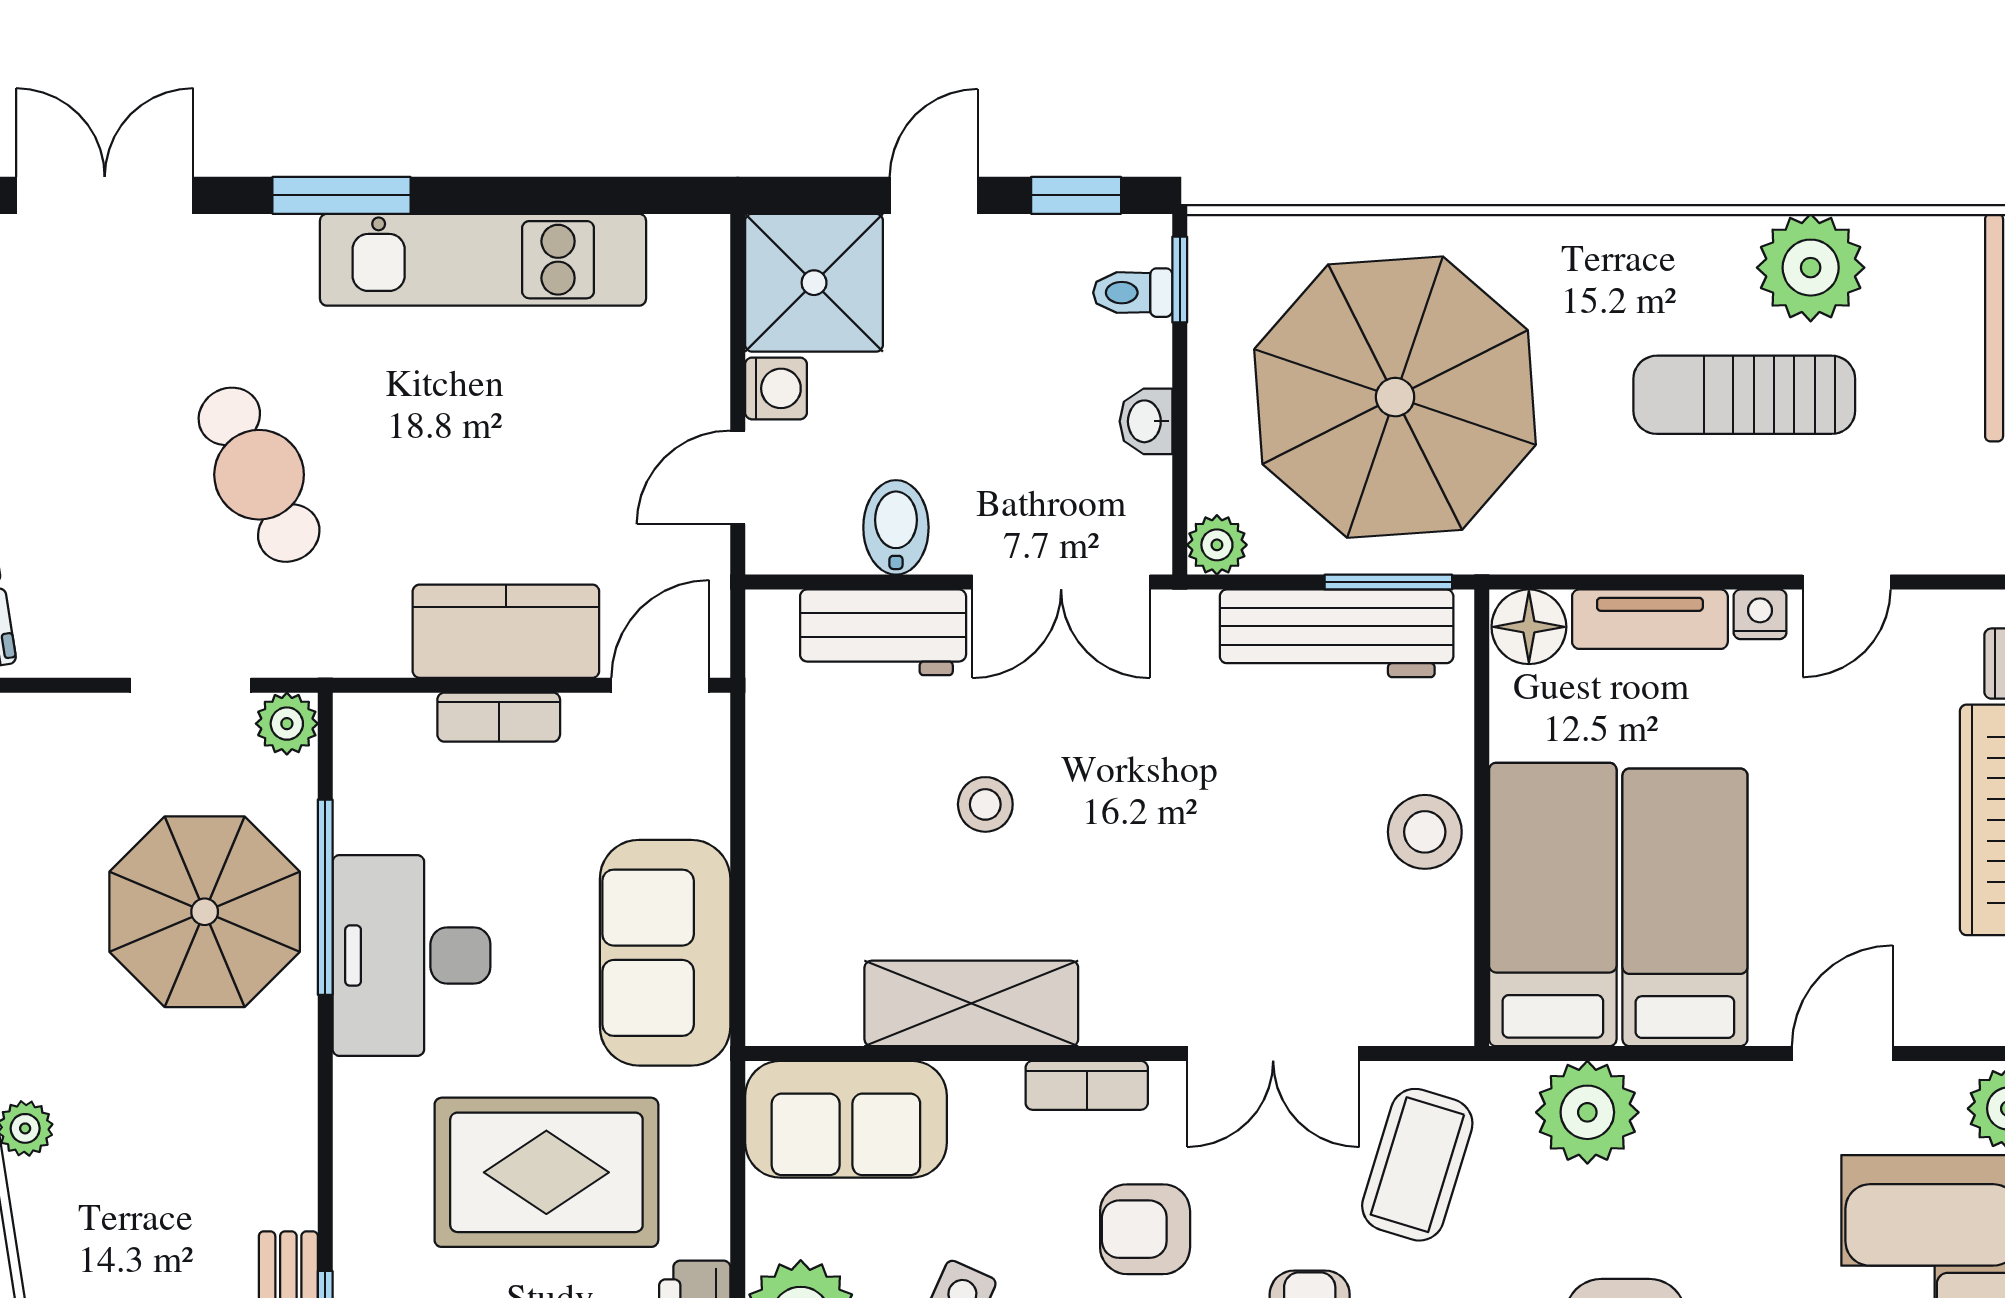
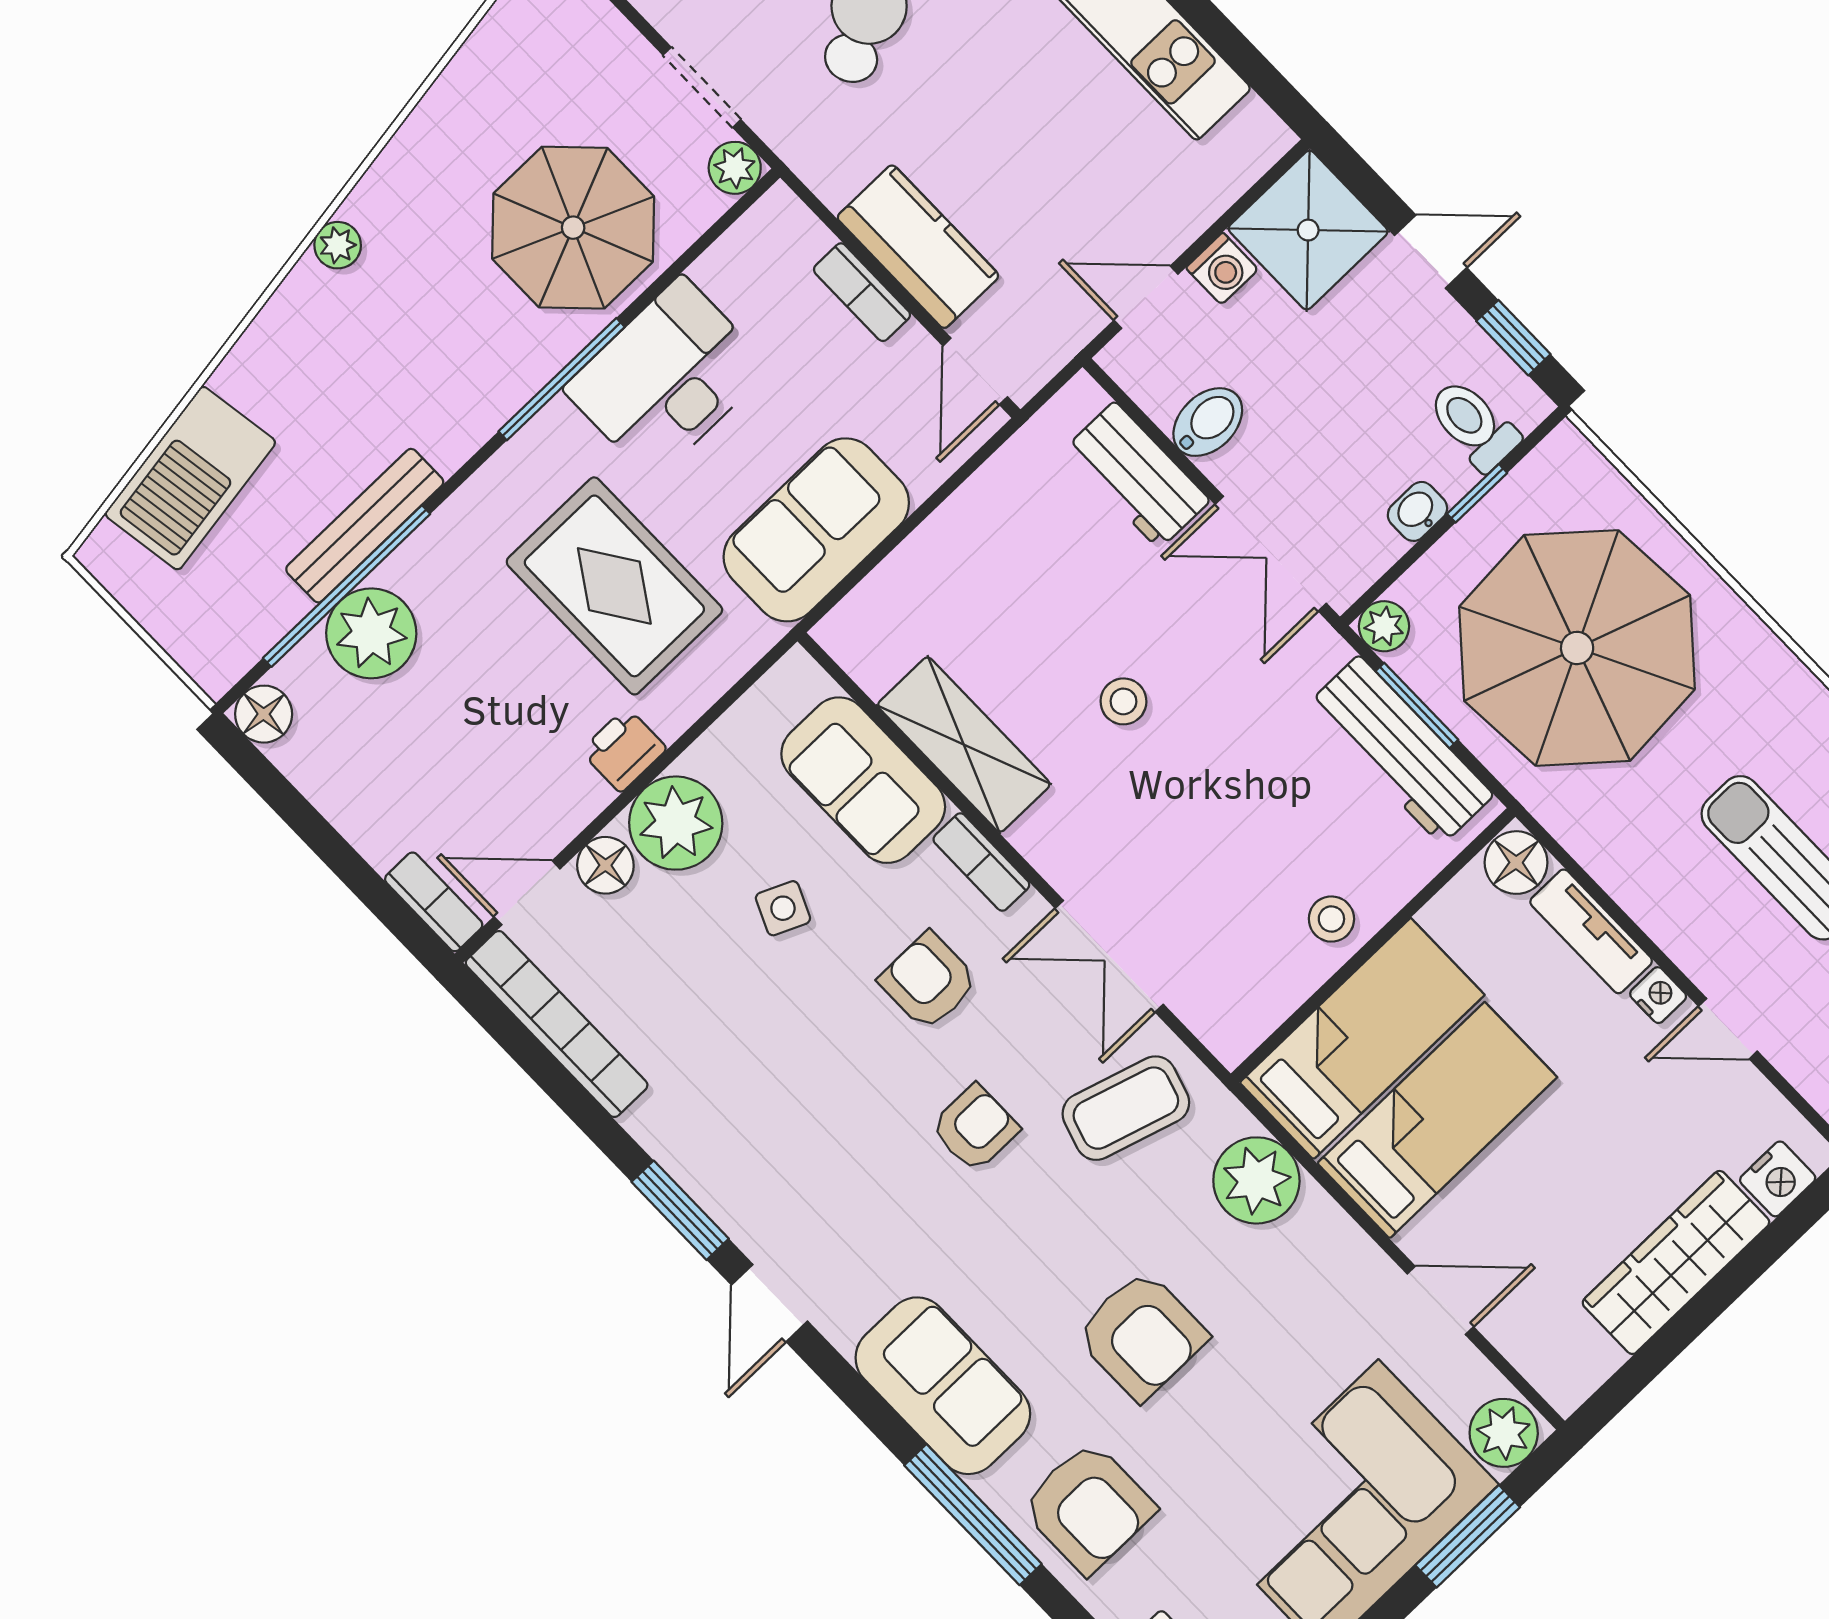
window: (1180, 280) -> (1477, 493), moved
toilet: (1133, 293) -> (1473, 425), width x1.37, depth x1.39
window: (1388, 582) -> (1417, 705), moved
door: (660, 685) -> (975, 371), swing flipped
stool: (985, 804) -> (1123, 701), moved
stool: (1425, 832) -> (1331, 919), width x0.73, depth x0.73
window: (325, 897) -> (562, 379), moved
sofa: (846, 1119) -> (863, 780), moved

